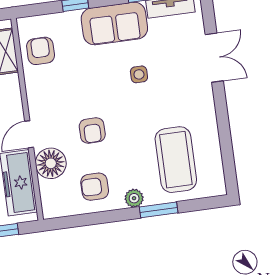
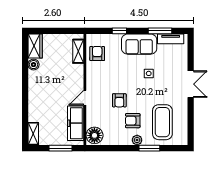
double door: (214, 58) -> (191, 84), moved
floor lamp: (51, 163) -> (94, 135), moved
armchair: (95, 187) -> (133, 121), moved

